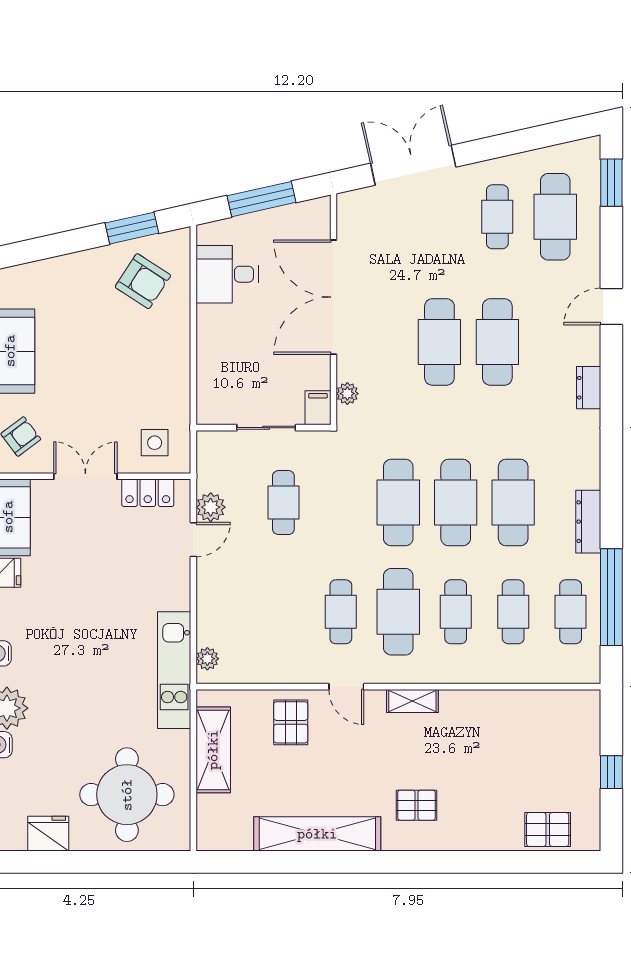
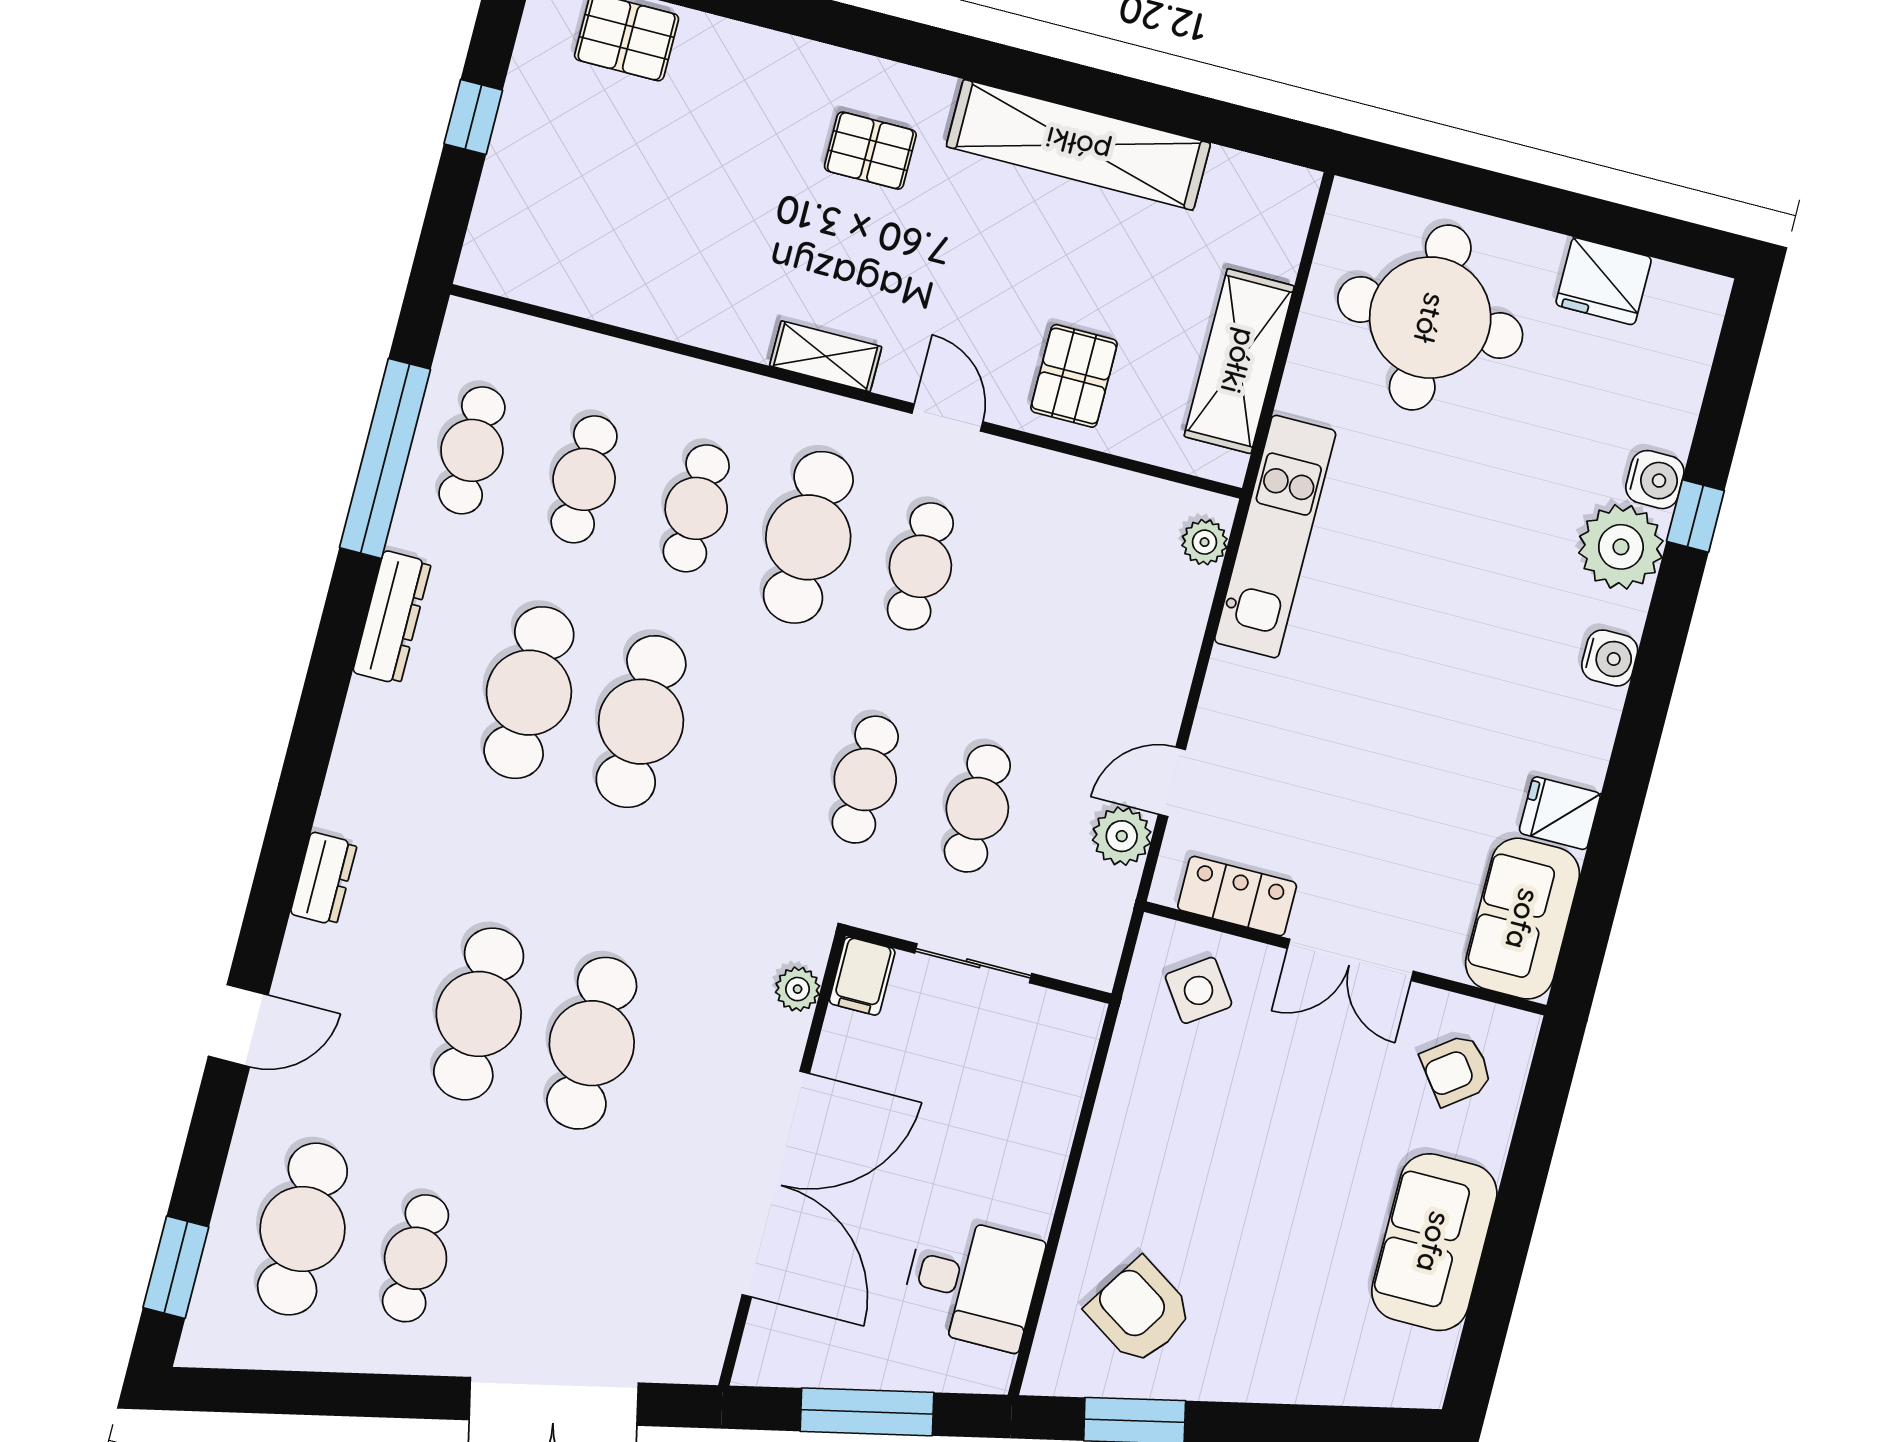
side table: (155, 443) -> (1199, 990), turned -35
cafe table: (398, 503) -> (865, 780), moved, width x0.73, depth x0.74

